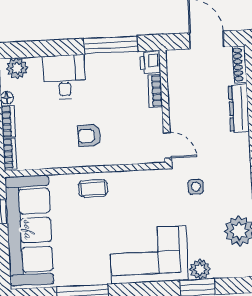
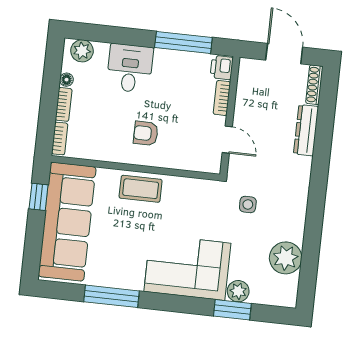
door: (167, 145) -> (227, 140), moved
coffee table: (93, 188) -> (141, 189), width x1.36, depth x1.30

